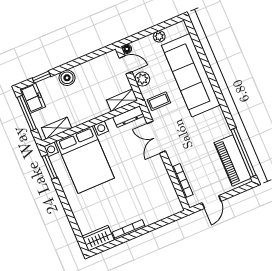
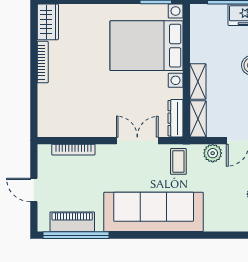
sofa: (191, 75) -> (154, 212), moved
shelving: (57, 128) -> (198, 81), moved
piano: (233, 160) -> (72, 222), width x0.73, depth x0.75
door: (212, 202) -> (34, 190), moved

